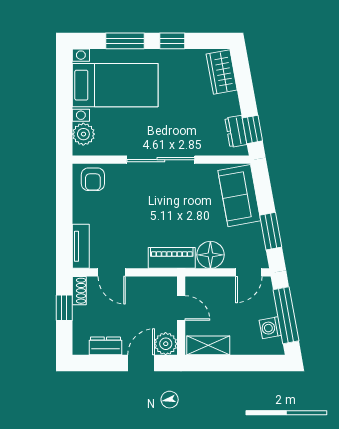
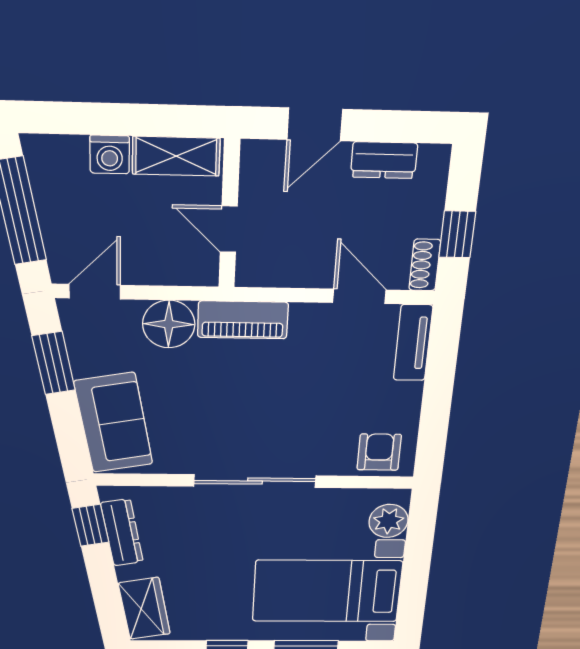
dresser: (236, 131) -> (122, 533), width x1.44
washing machine: (270, 328) -> (110, 155), moved, turned 100
plant: (166, 344) -> (262, 162), removed

